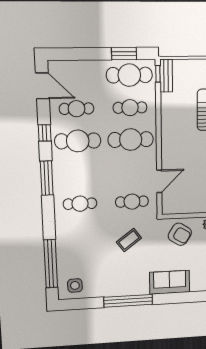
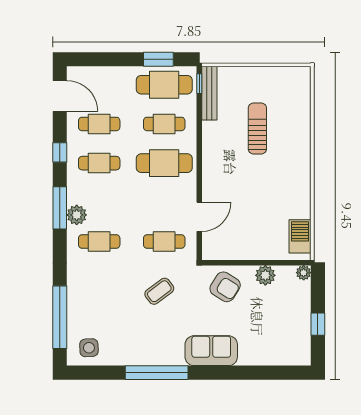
bench: (166, 76) -> (209, 93), width x1.36
cafe table: (78, 141) -> (99, 163), width x0.73, depth x0.74
plant: (61, 183) -> (77, 215), added

